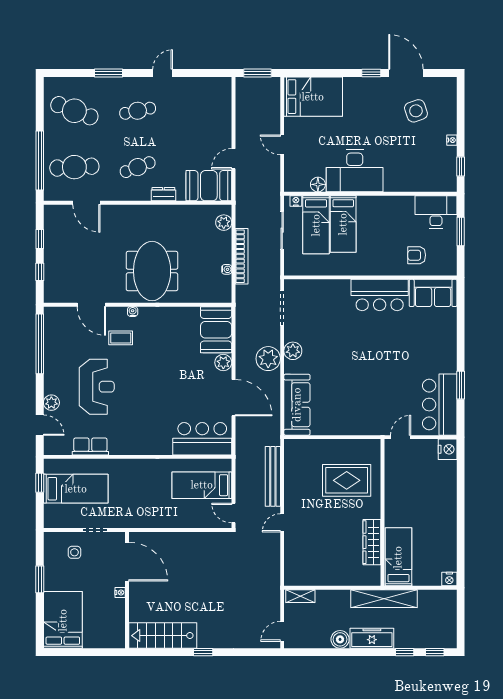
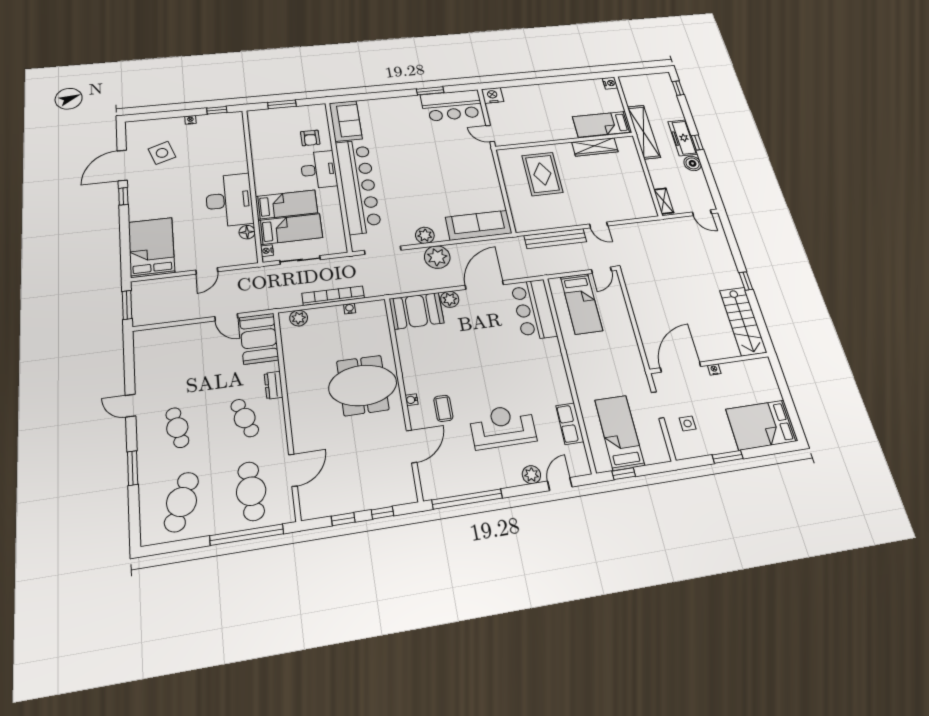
desk: (436, 212) -> (319, 170), moved, turned 180
bar counter: (380, 295) -> (358, 186), width x1.86
window: (405, 652) -> (697, 142), moved

